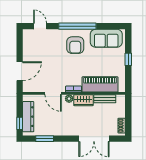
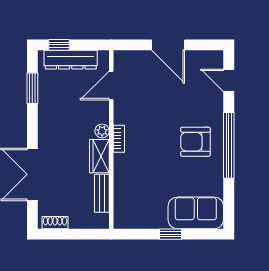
door: (40, 26) -> (229, 80), swing flipped
sofa: (106, 38) -> (196, 213), moved, turned 90
door: (20, 71) -> (168, 45), moved
piano: (100, 84) -> (127, 185), removed
door: (53, 93) -> (111, 85), moved

